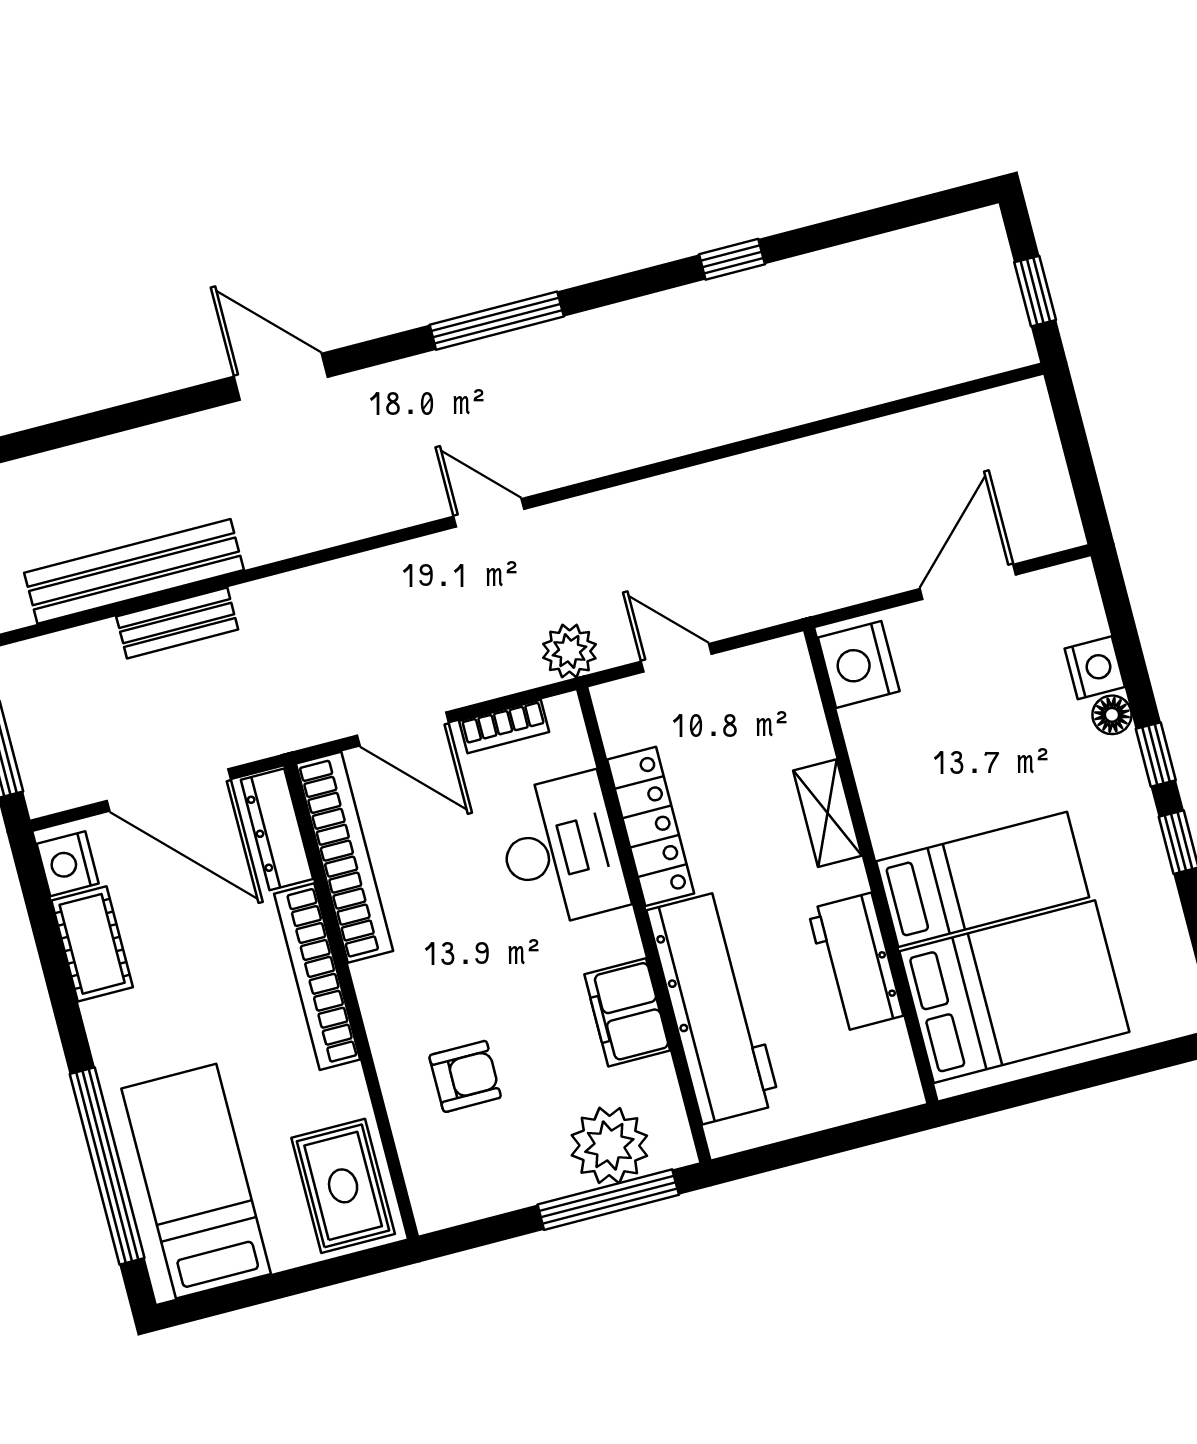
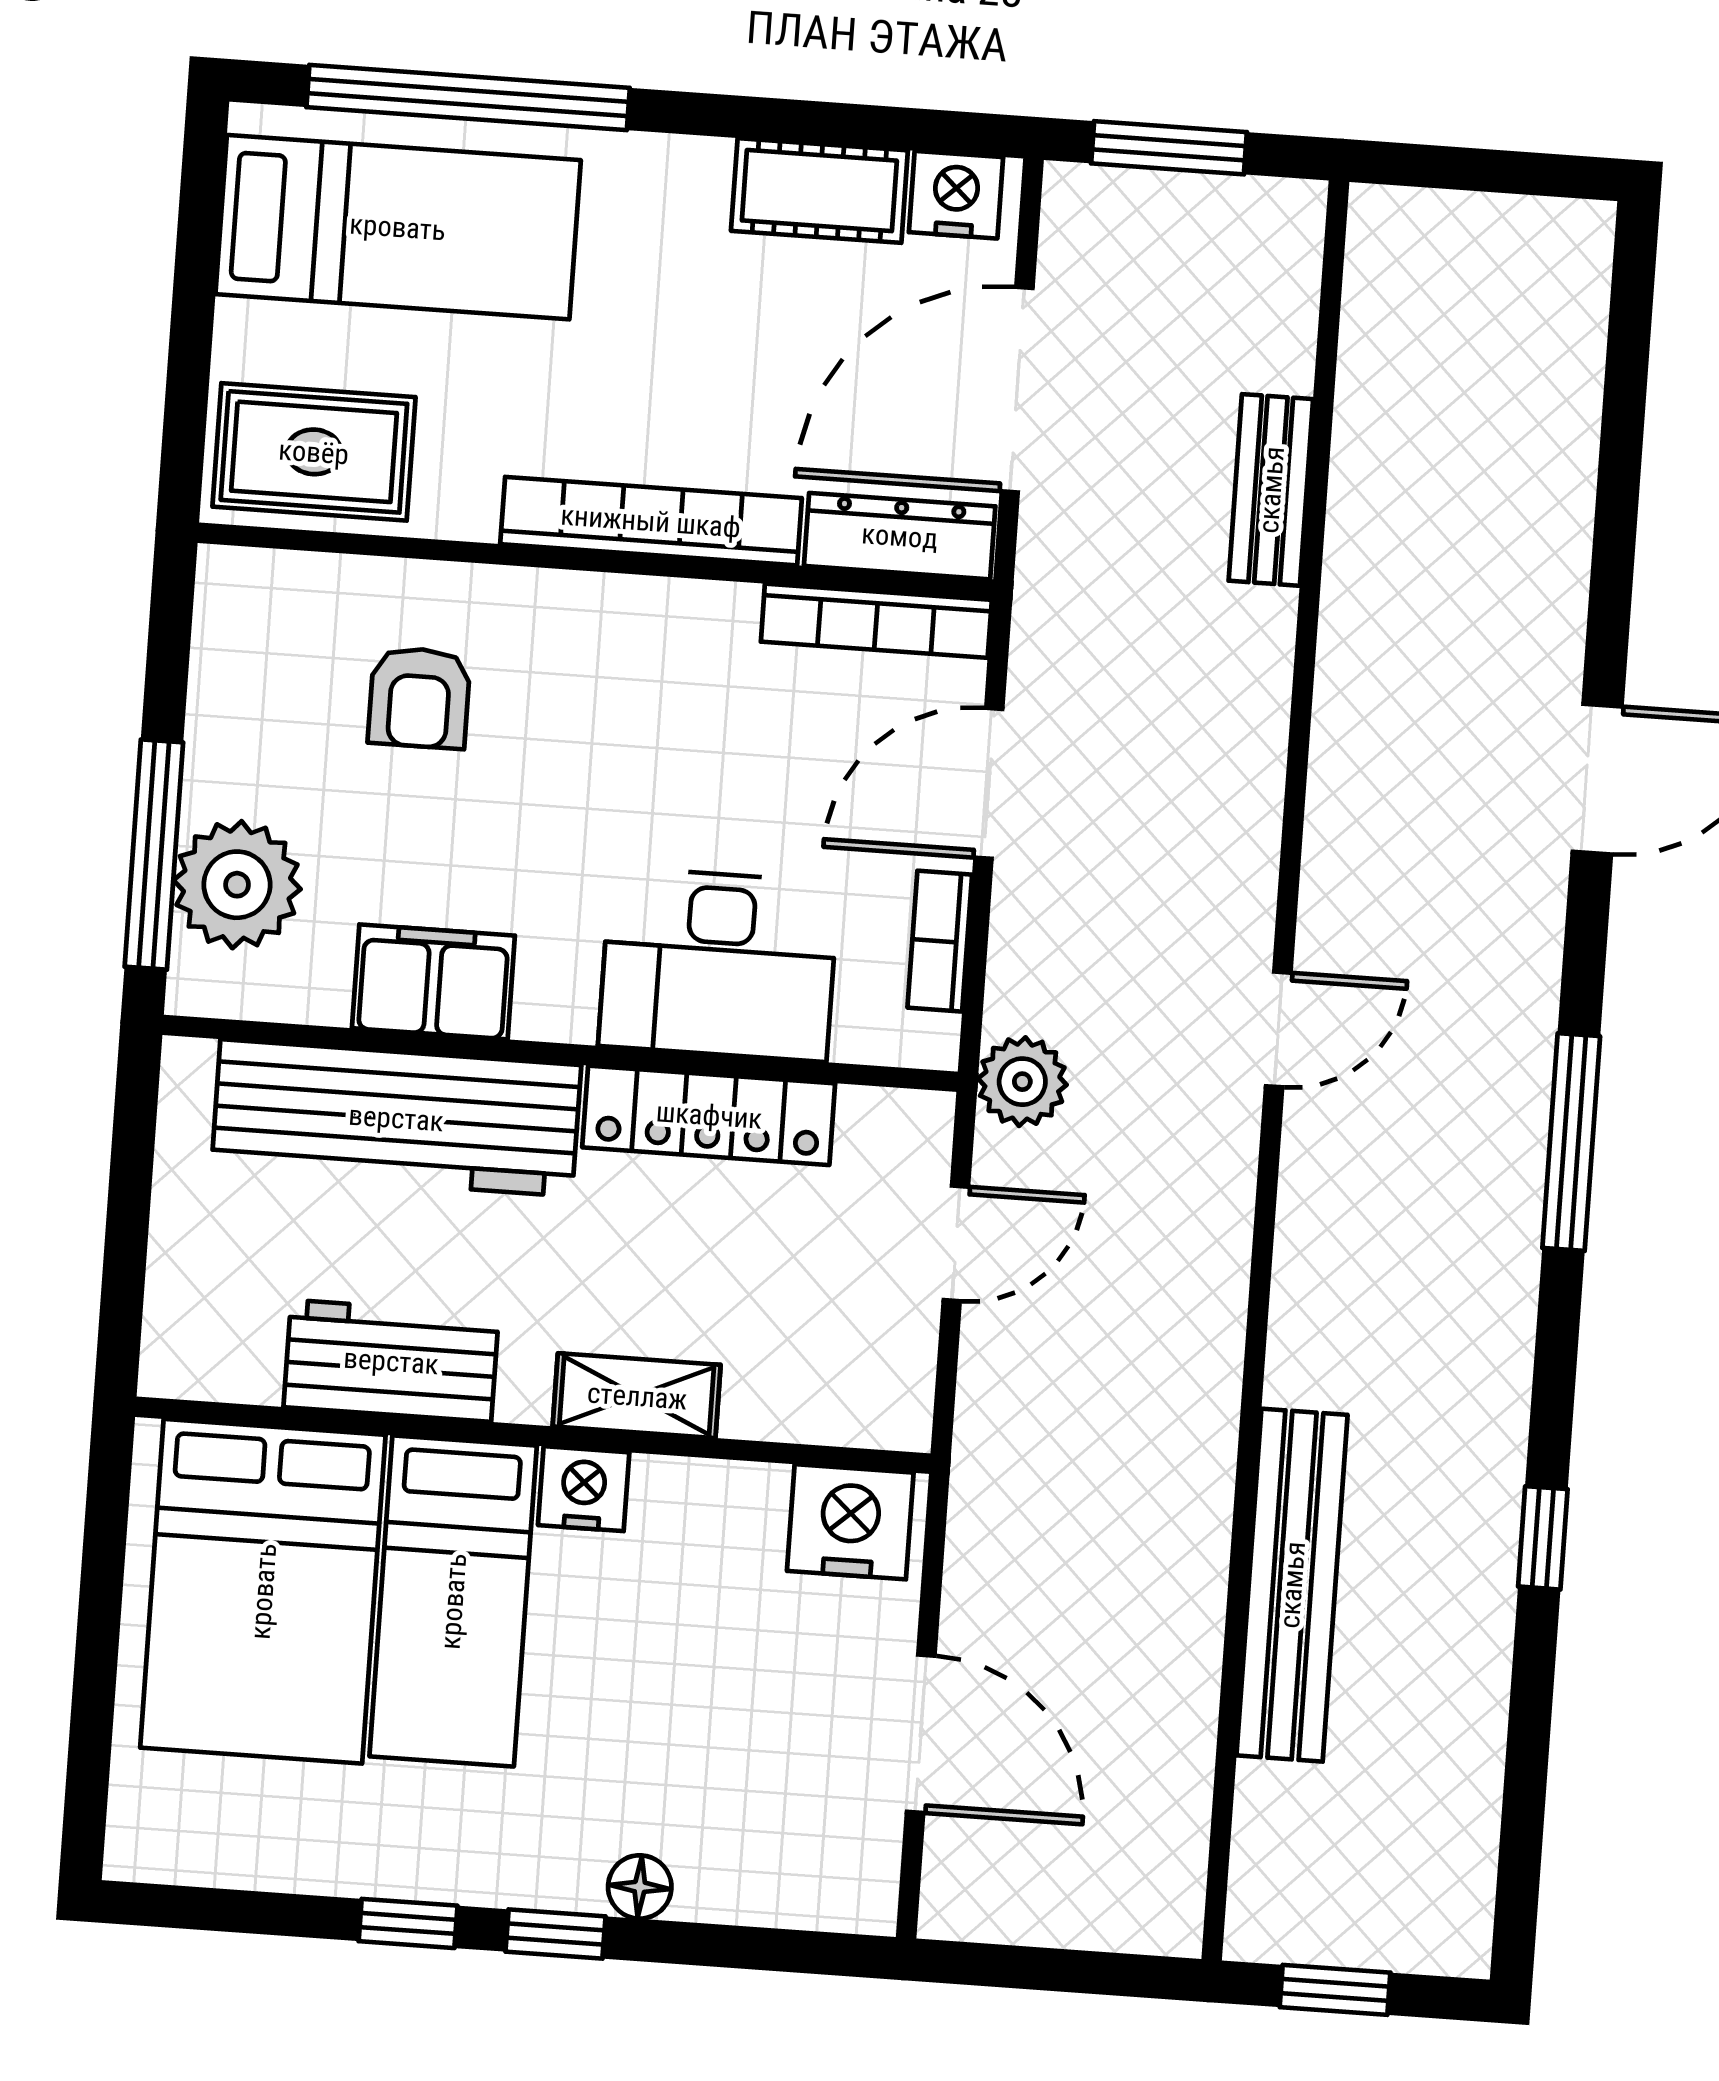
bench: (134, 571) -> (1292, 1585), moved
nightstand: (1095, 668) -> (584, 1489), moved, turned 180
bookcase: (344, 857) -> (876, 621), width x0.68, depth x0.76

